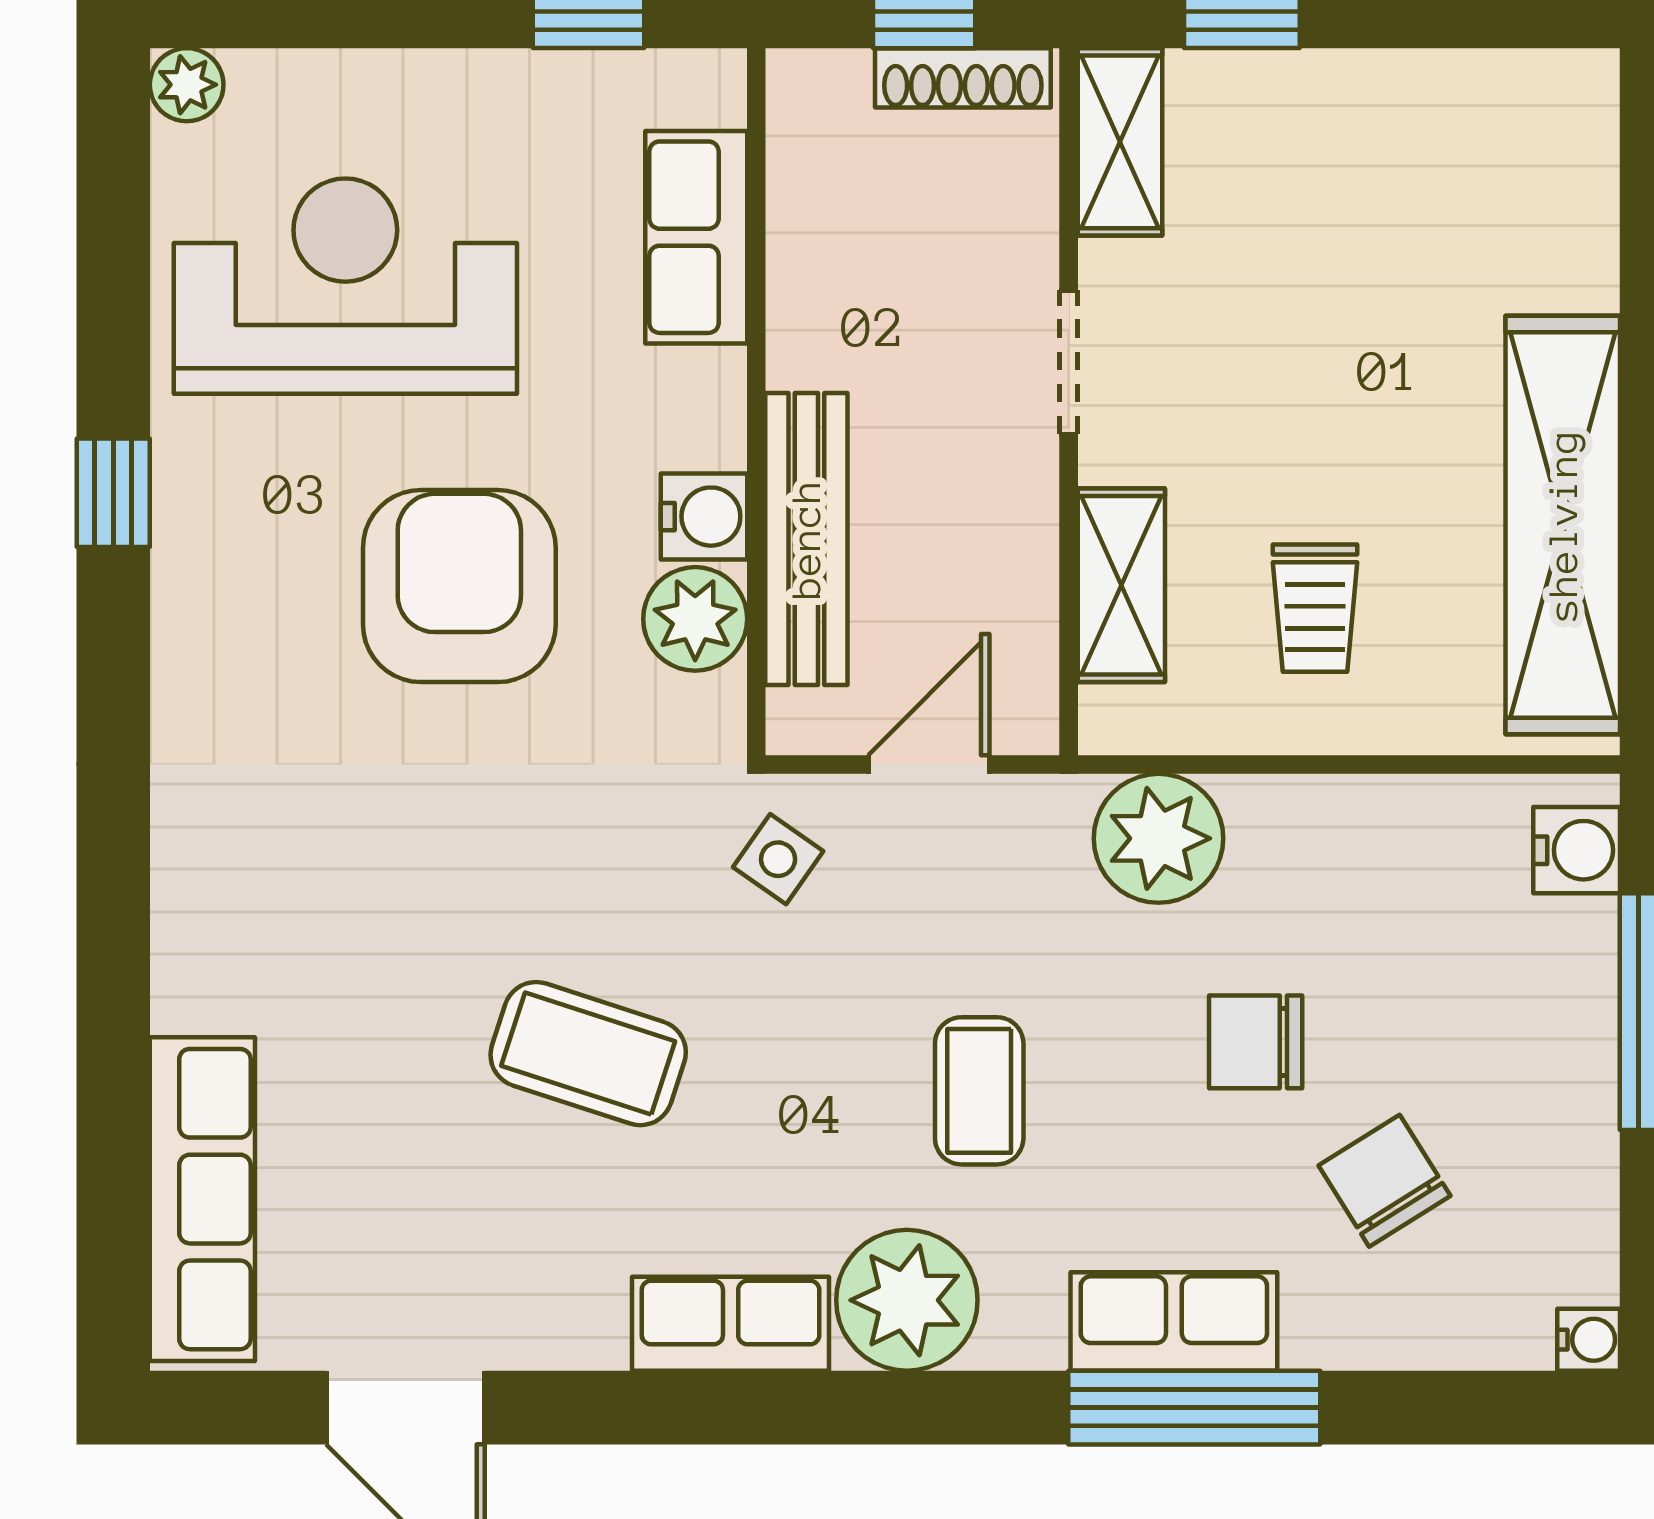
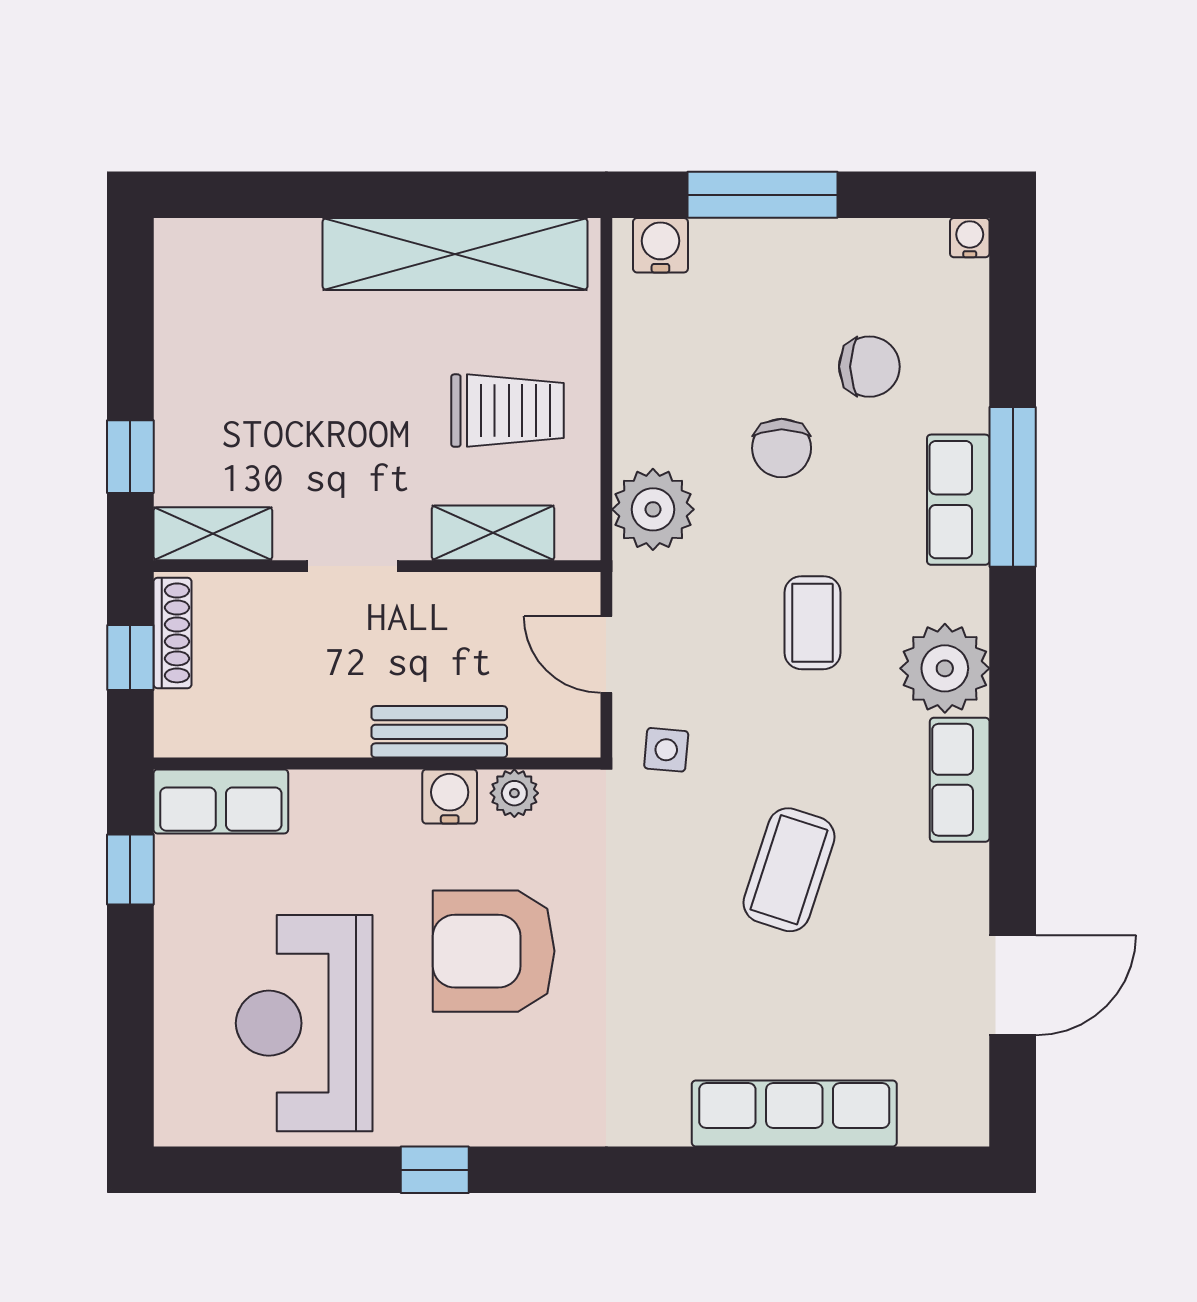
plant: (187, 85) -> (177, 1123), removed
row of seats: (696, 237) -> (221, 801), moved
bench: (806, 539) -> (439, 732), width x0.73
trolley: (1315, 608) -> (508, 411), width x1.36, depth x1.39
plant: (695, 619) -> (514, 793), width x0.73, depth x0.73
side table: (778, 859) -> (666, 750), turned -30
coffee table: (979, 1091) -> (812, 623), turned 90
chair: (1384, 1181) -> (869, 367), turned -148
row of seats: (202, 1199) -> (794, 1113), moved

